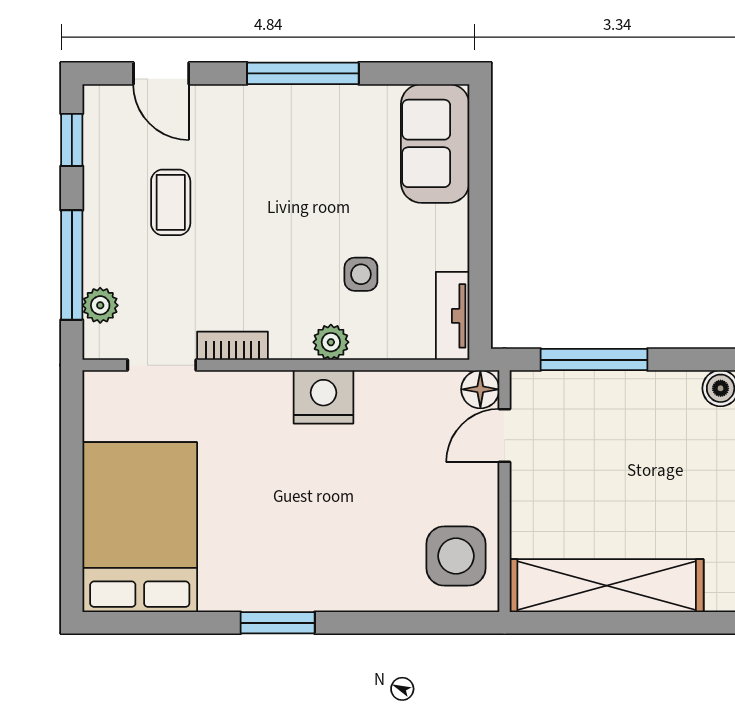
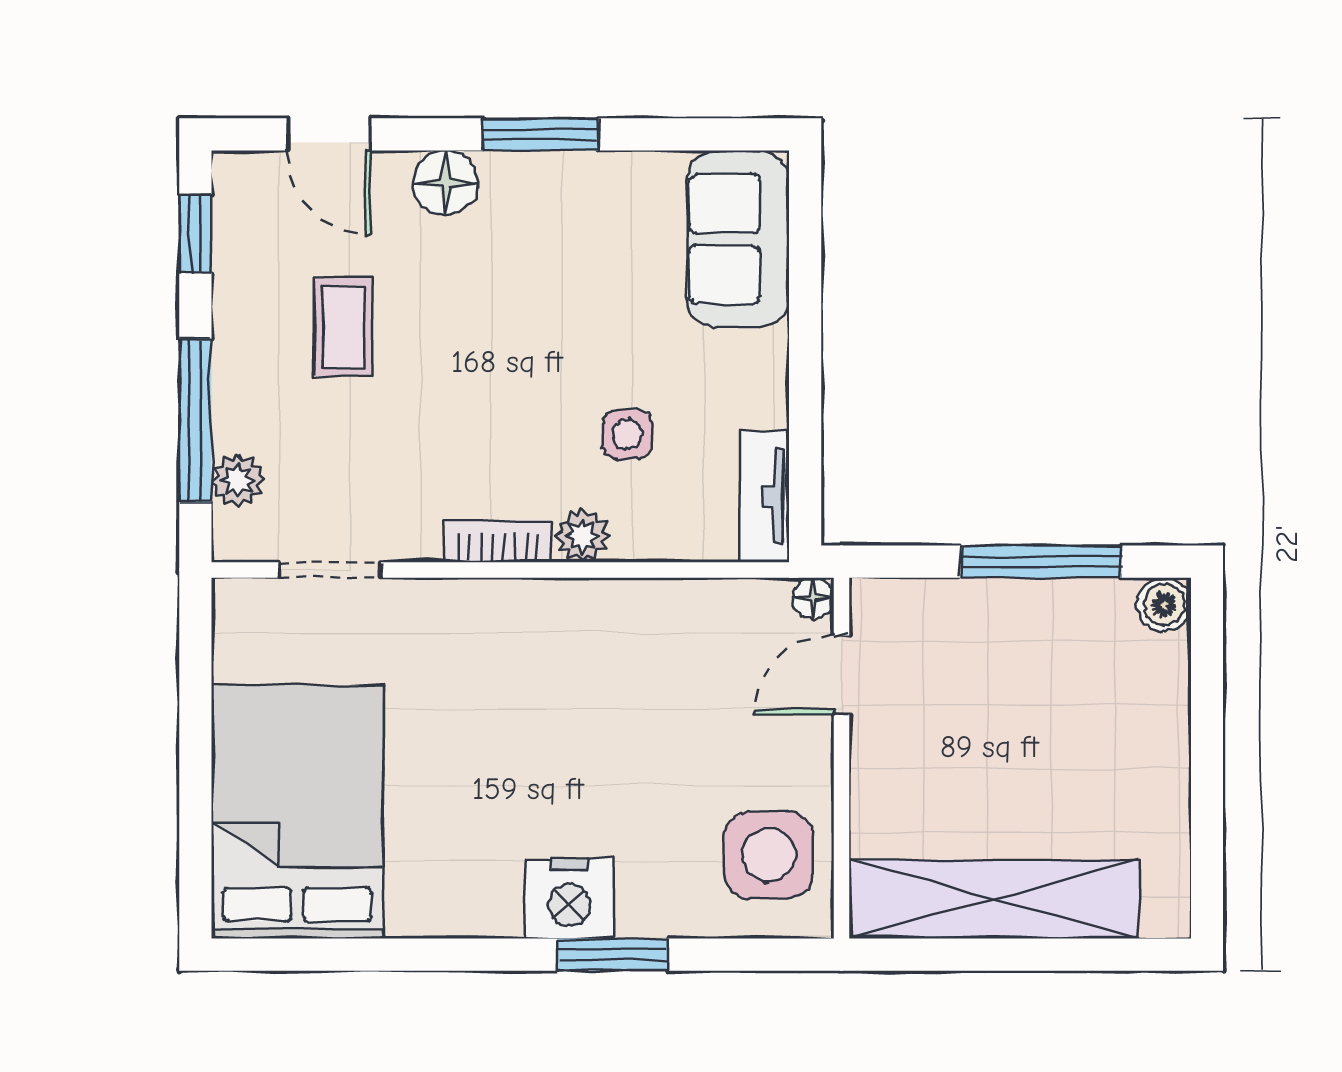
window: (303, 73) -> (540, 134), width x0.69
floor lamp: (239, 106) -> (445, 183), added
bookcase: (232, 346) -> (498, 541), moved
window: (594, 360) -> (1041, 562), moved
floor lamp: (480, 389) -> (813, 598), width x0.73, depth x0.73
nightstand: (323, 397) -> (569, 899), moved, turned 180
window: (278, 623) -> (612, 955), moved

